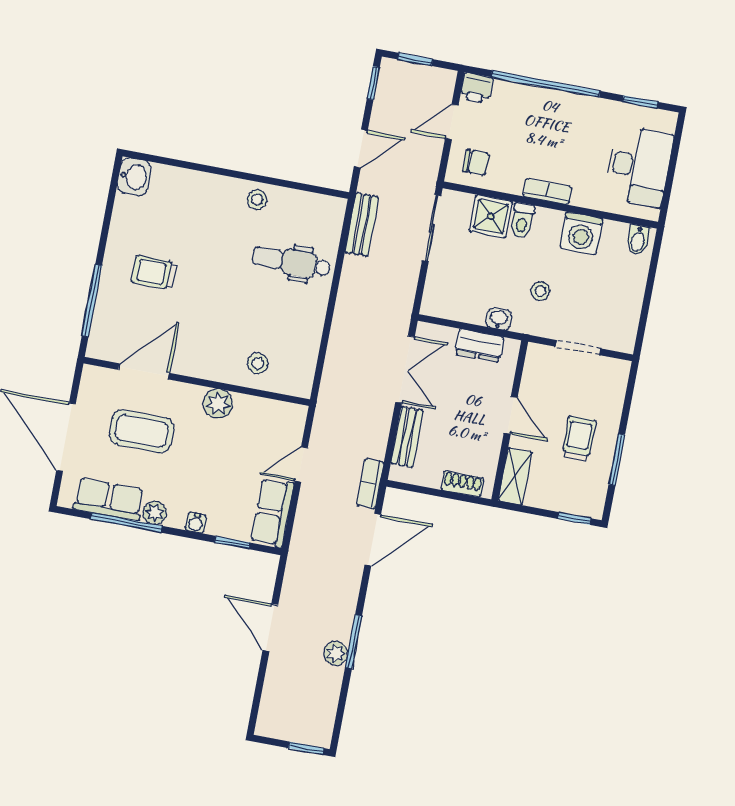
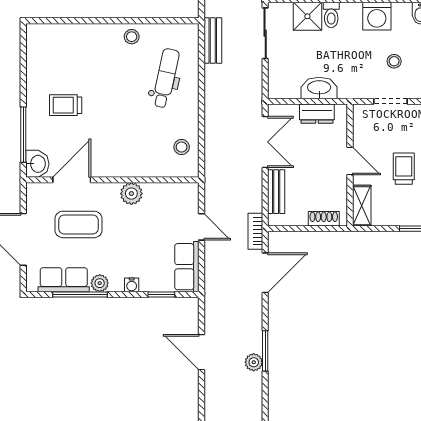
washbasin: (134, 177) -> (37, 164), moved
dental chair: (291, 262) -> (166, 78), turned 102
stool: (540, 291) -> (394, 61), moved
washbasin: (499, 319) -> (319, 88), width x1.91, depth x1.45
stool: (258, 363) -> (182, 147), moved
door: (301, 464) -> (202, 227), swing flipped

